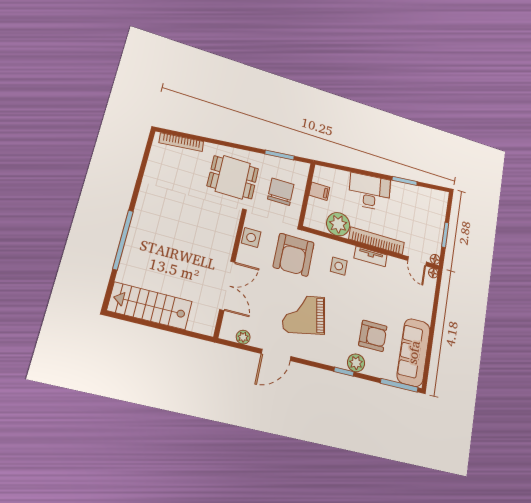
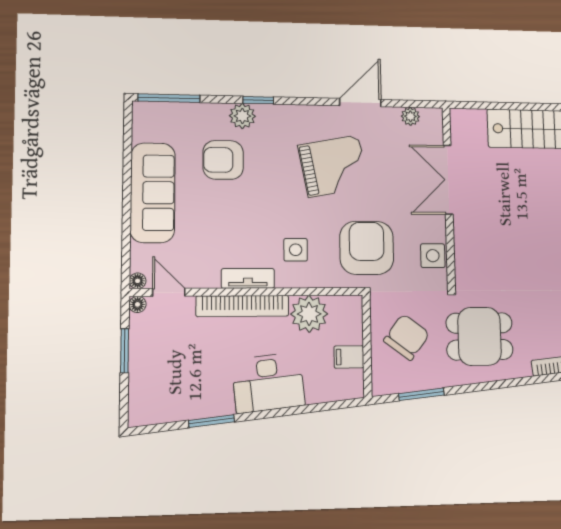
chair: (281, 192) -> (407, 337), turned -143
sofa: (414, 352) -> (153, 193), moved

